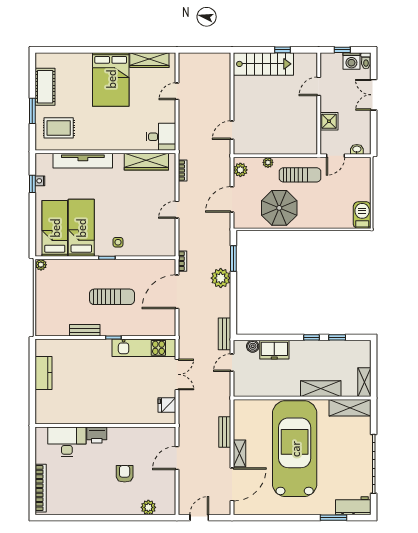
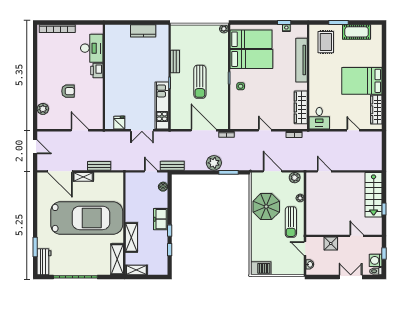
freezer: (274, 350) -> (161, 219), moved

